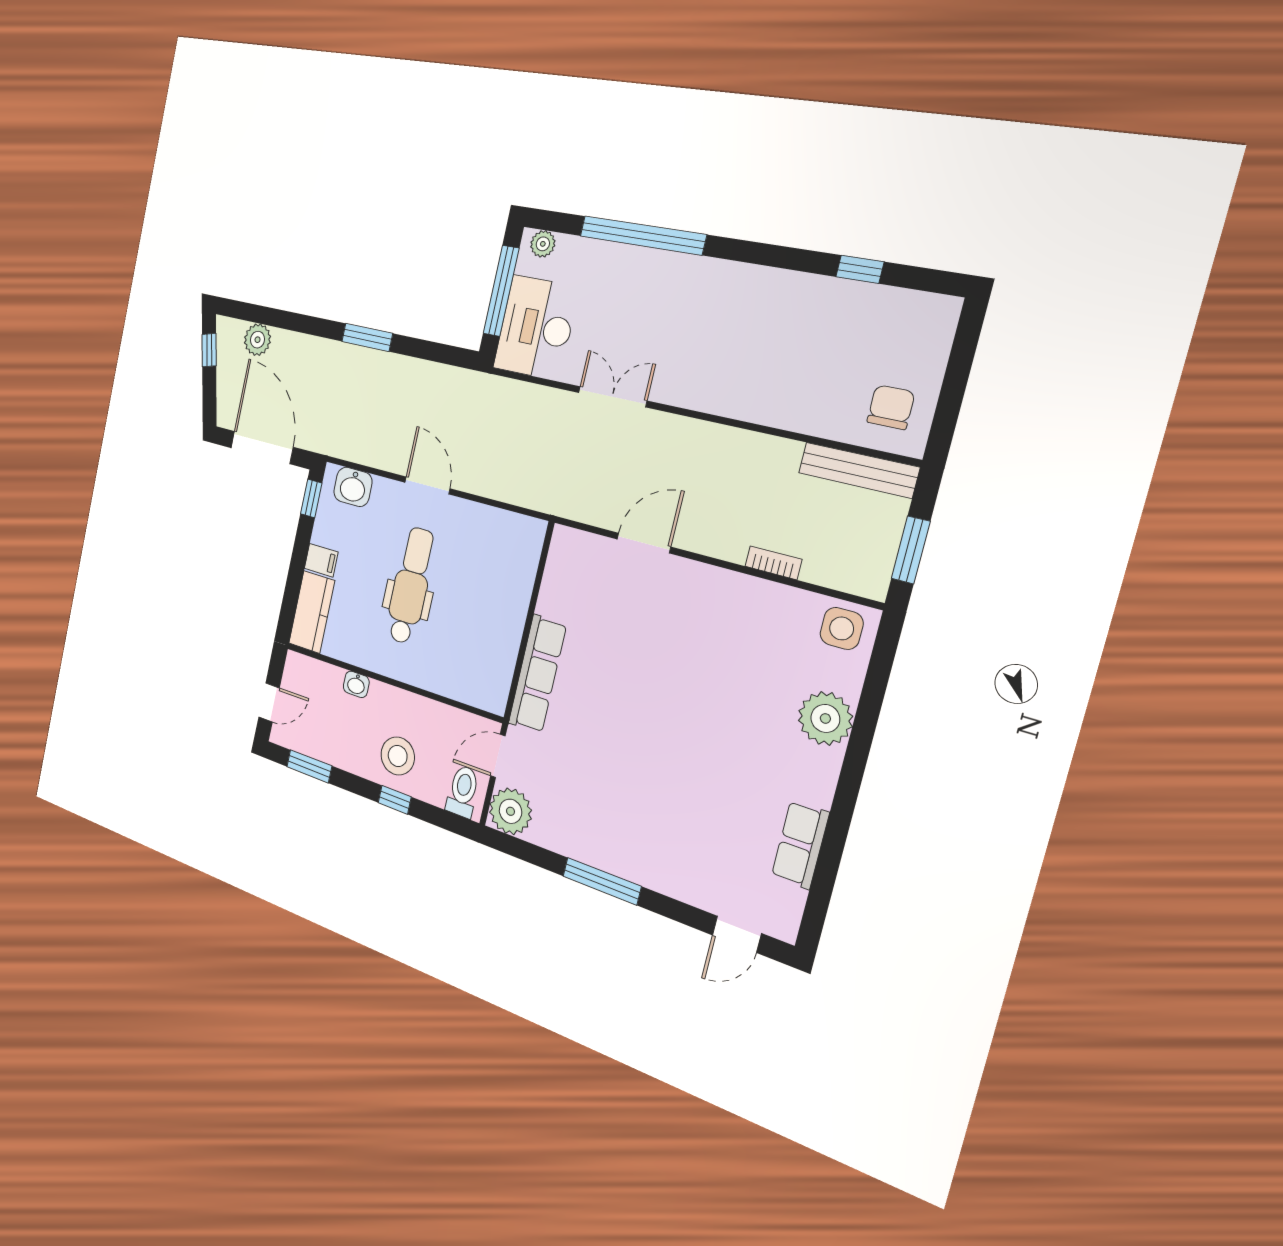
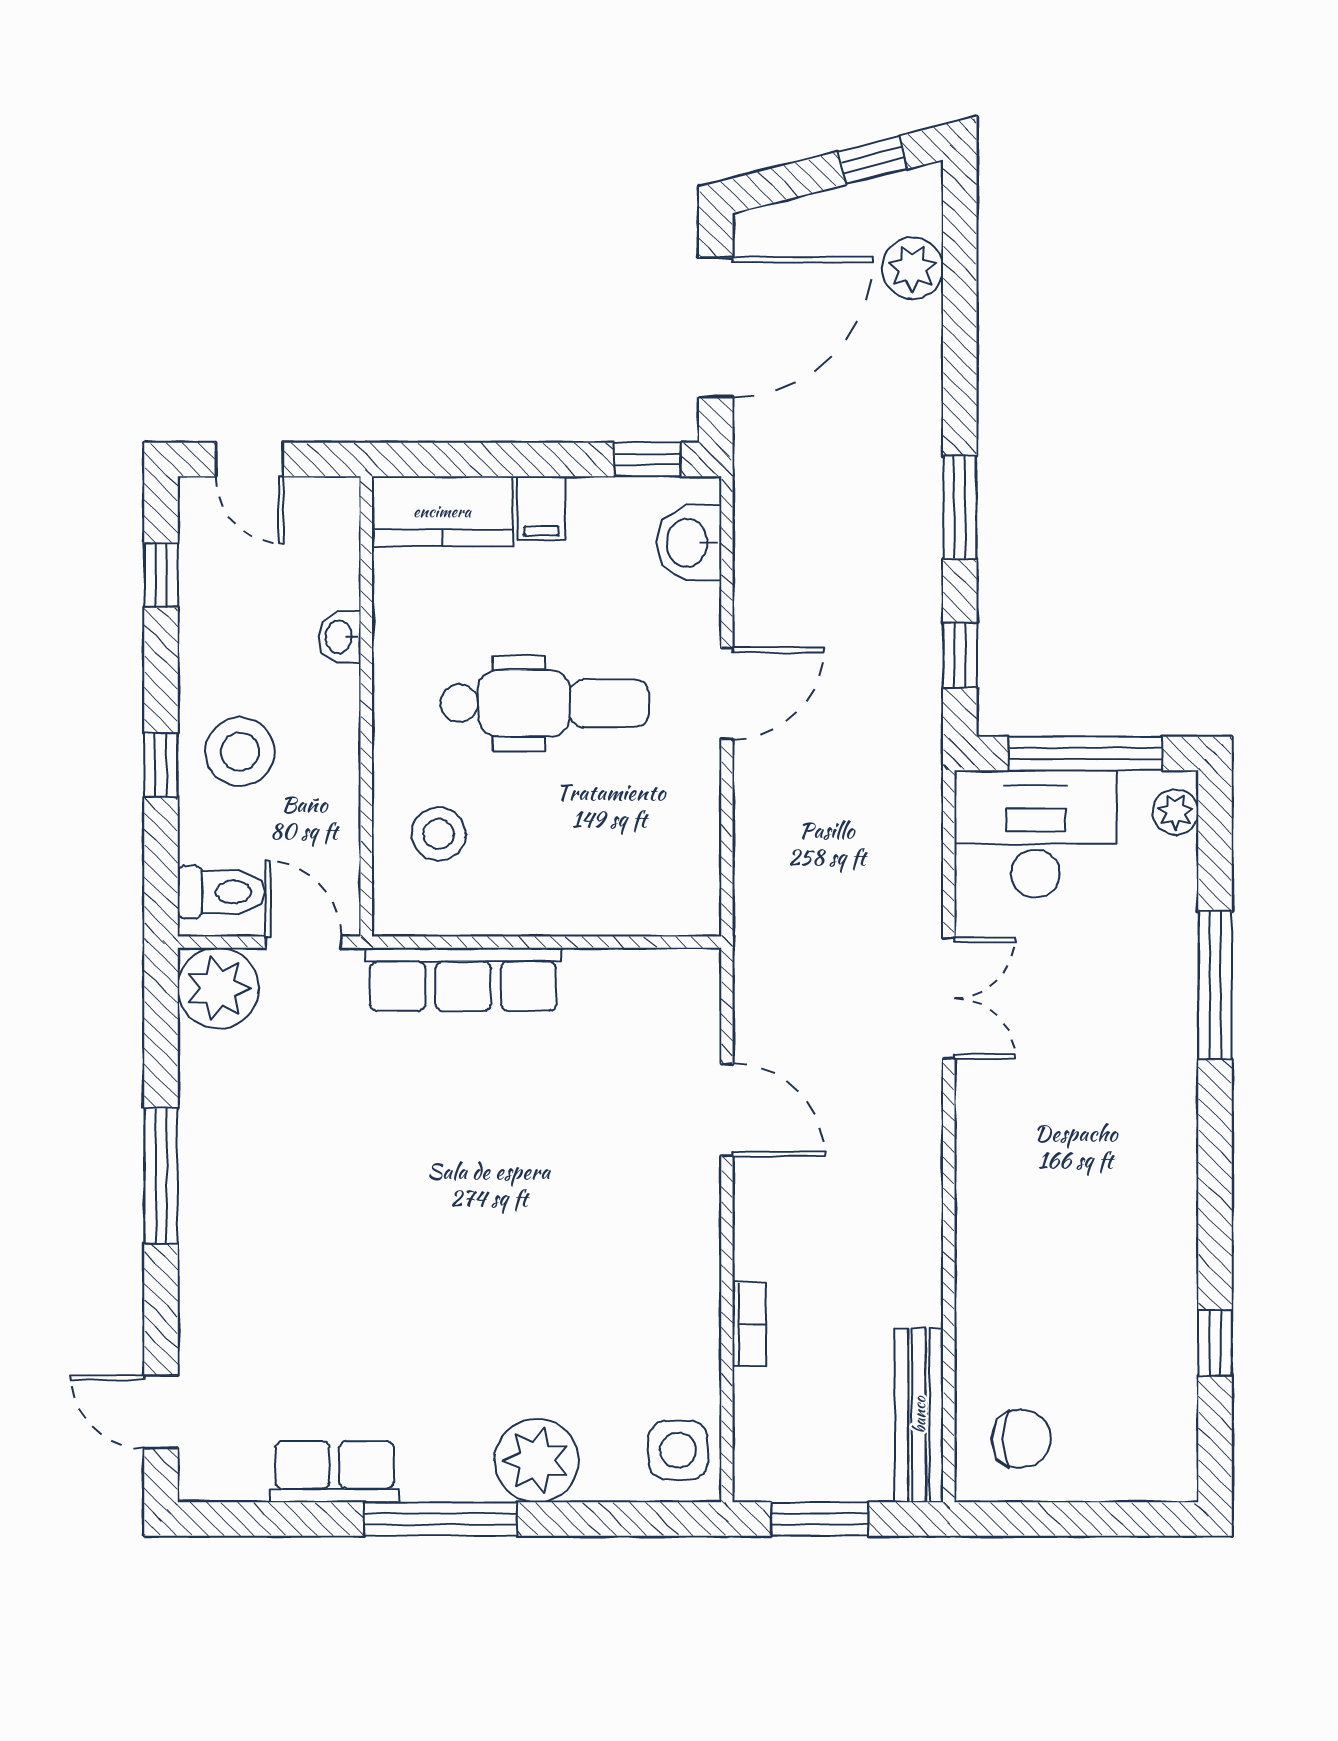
window: (642, 235) -> (1215, 985), width x0.68
window: (437, 352) -> (960, 655), added
stool: (461, 663) -> (439, 834), added
window: (309, 766) -> (161, 575), width x0.67
window: (847, 790) -> (441, 1519), added

